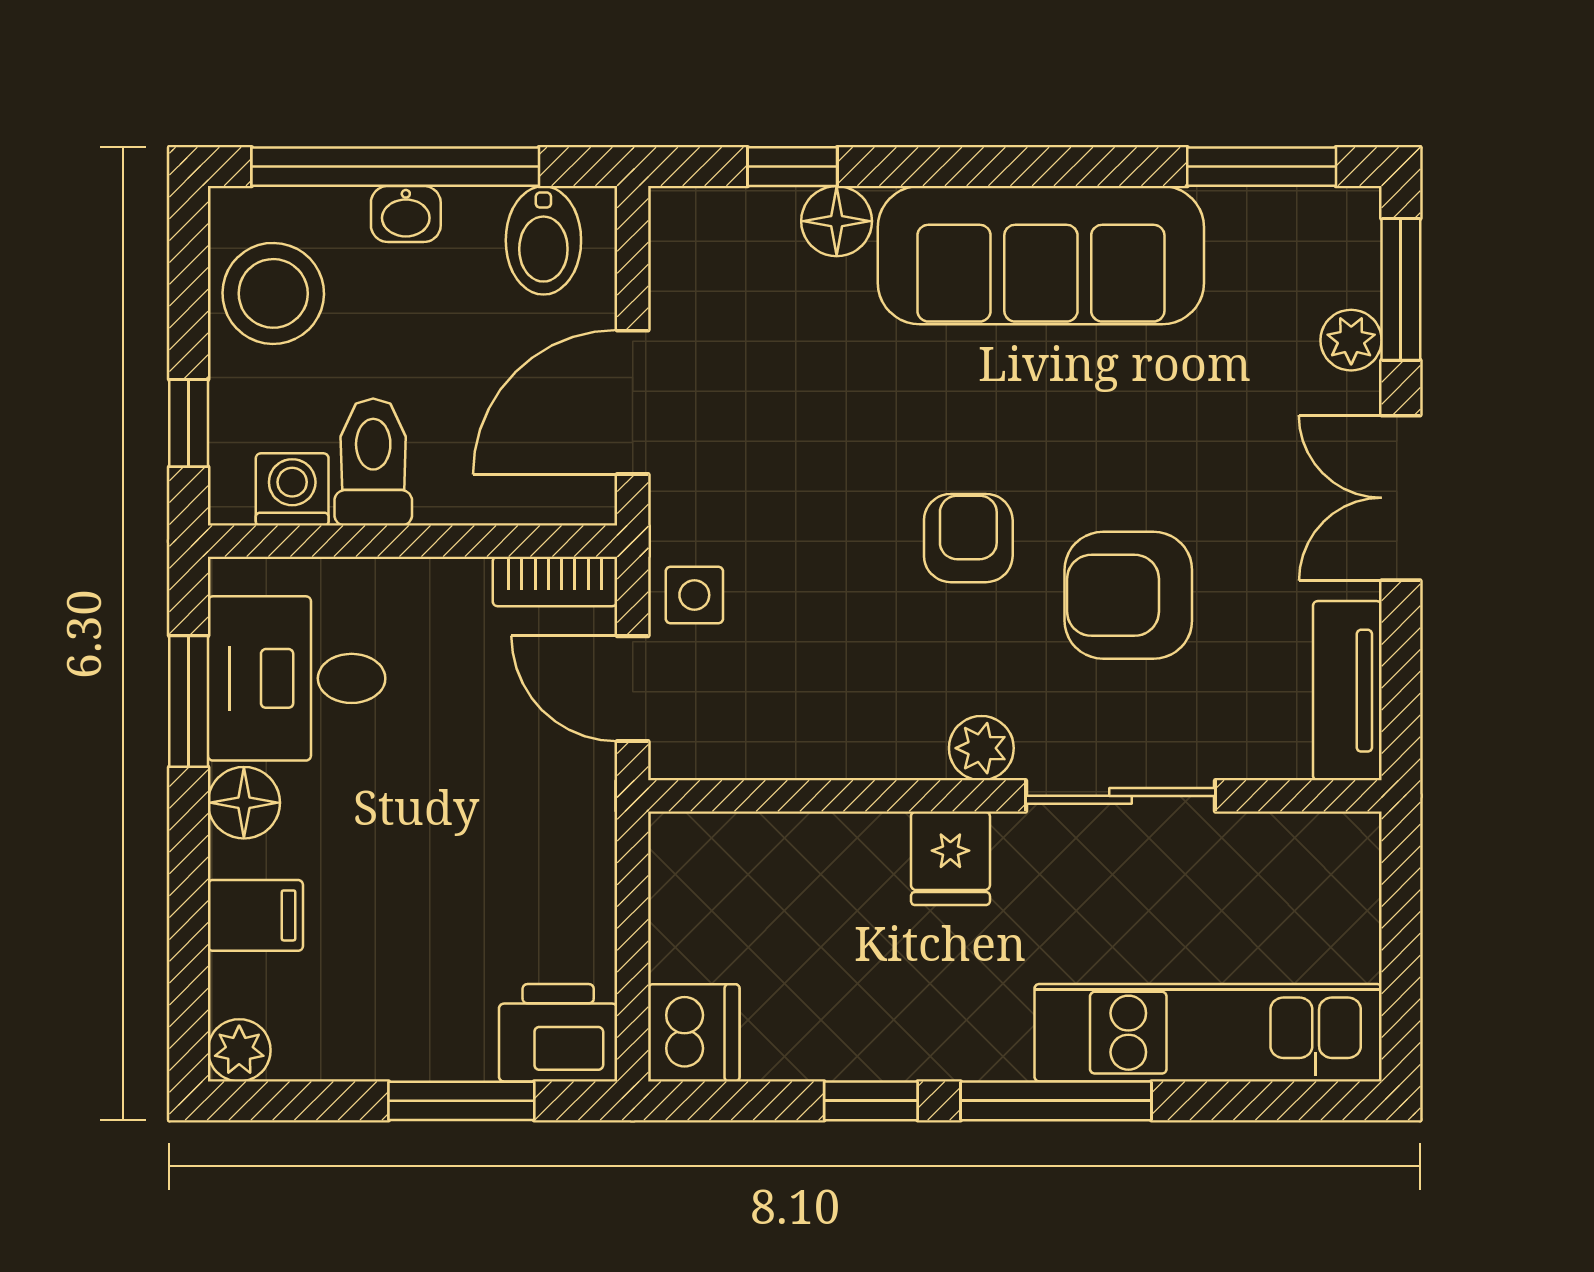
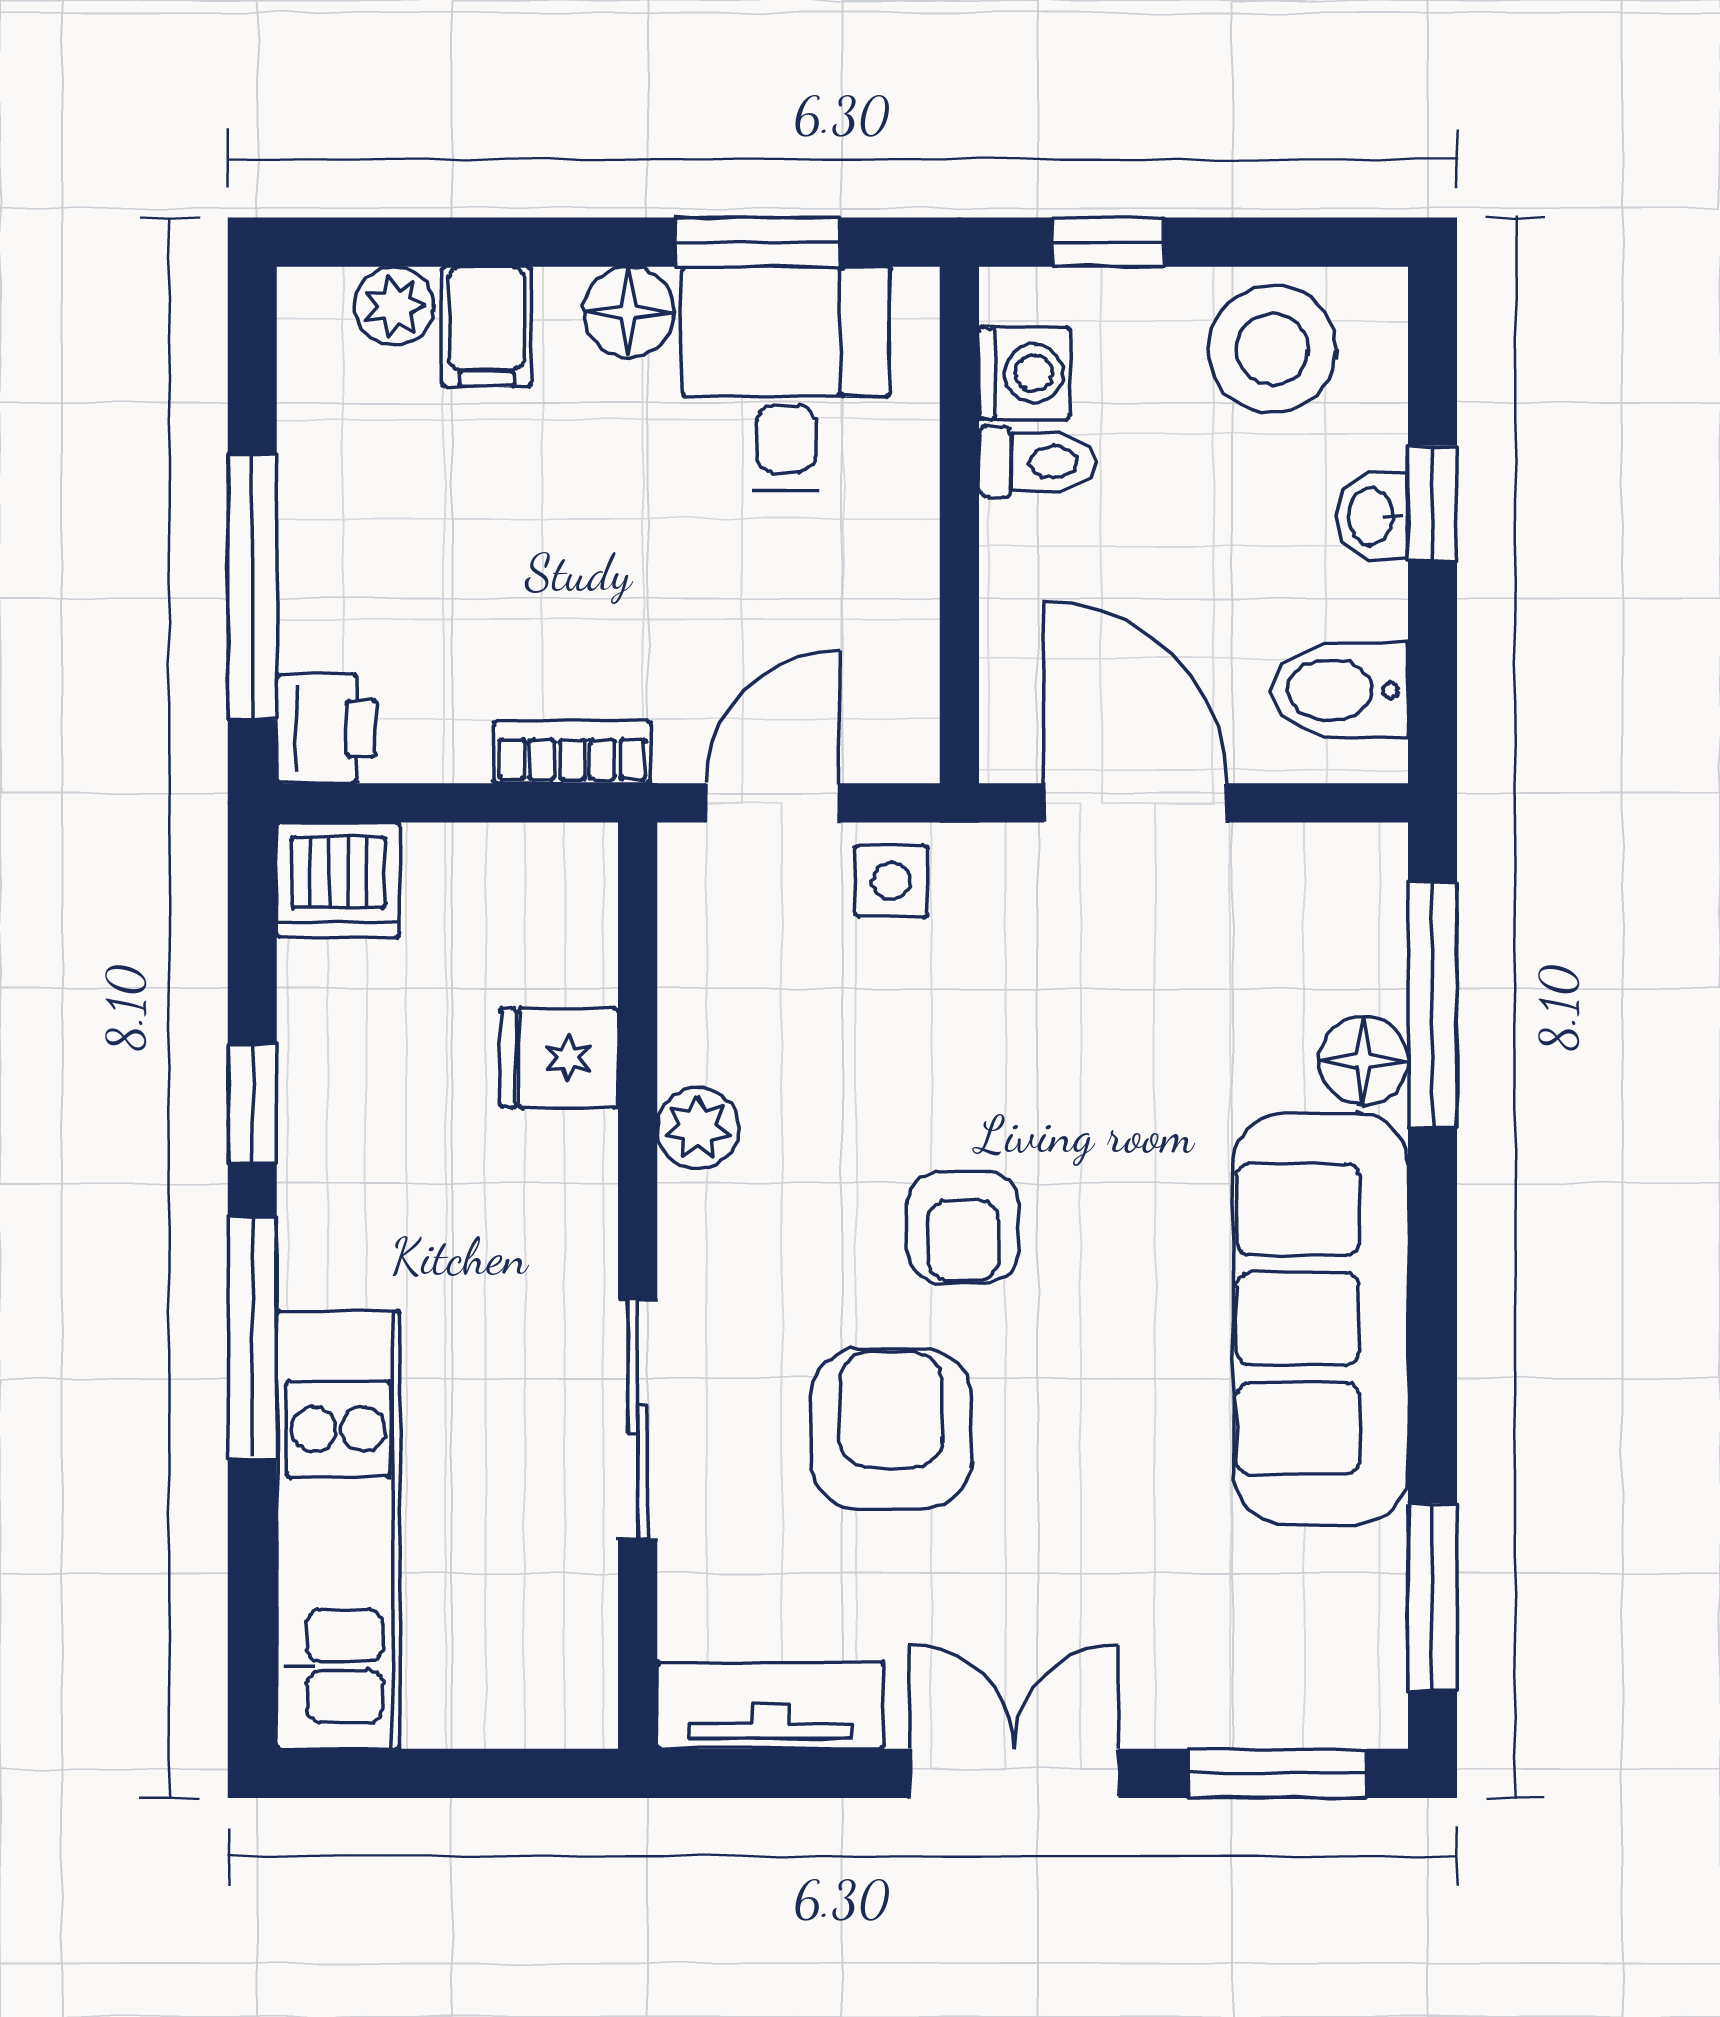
window: (395, 167) -> (1432, 503), width x0.32
window: (792, 167) -> (1432, 1005), width x2.17
plant: (1351, 340) -> (1213, 1710), removed
toilet: (373, 462) -> (1037, 462), width x0.73, depth x0.72
armchair: (968, 538) -> (963, 1227), turned 90
bookcase: (555, 581) -> (572, 752), moved, turned 90
plant: (981, 748) -> (698, 1128), moved
fridge: (950, 858) -> (559, 1058), moved
printer: (558, 1033) -> (326, 729), width x0.73, depth x0.81
plant: (239, 1050) -> (394, 306), moved
window: (461, 1101) -> (252, 587), width x1.44

